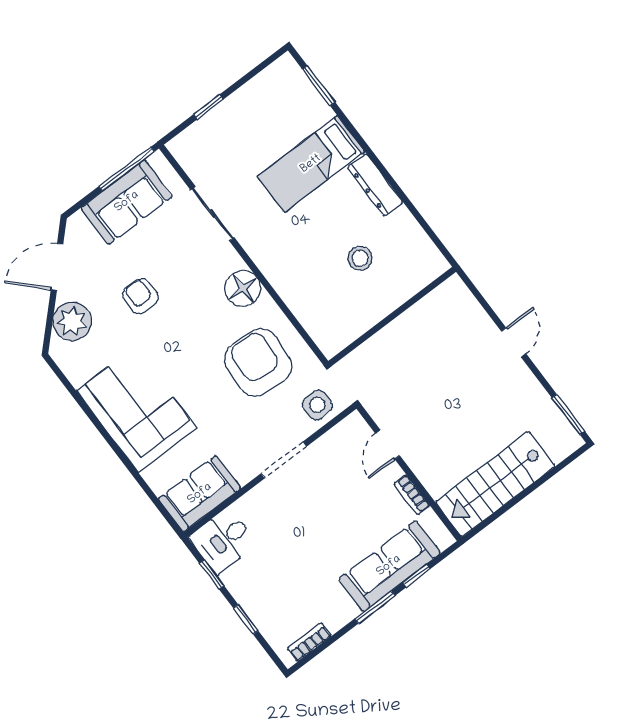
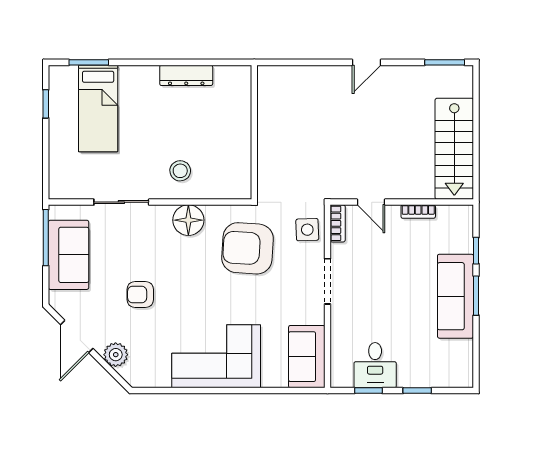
window: (208, 107) -> (46, 104), moved
bed: (311, 164) -> (98, 108), moved
stool: (360, 258) -> (180, 171), moved
wall: (392, 316) -> (254, 132), moved
plant: (72, 321) -> (116, 355), width x0.73, depth x0.73
door: (514, 342) -> (366, 62), swing flipped
desk: (223, 541) -> (375, 365), moved
sofa: (389, 566) -> (455, 296), moved
bookcase: (309, 642) -> (338, 223), moved, turned 180

